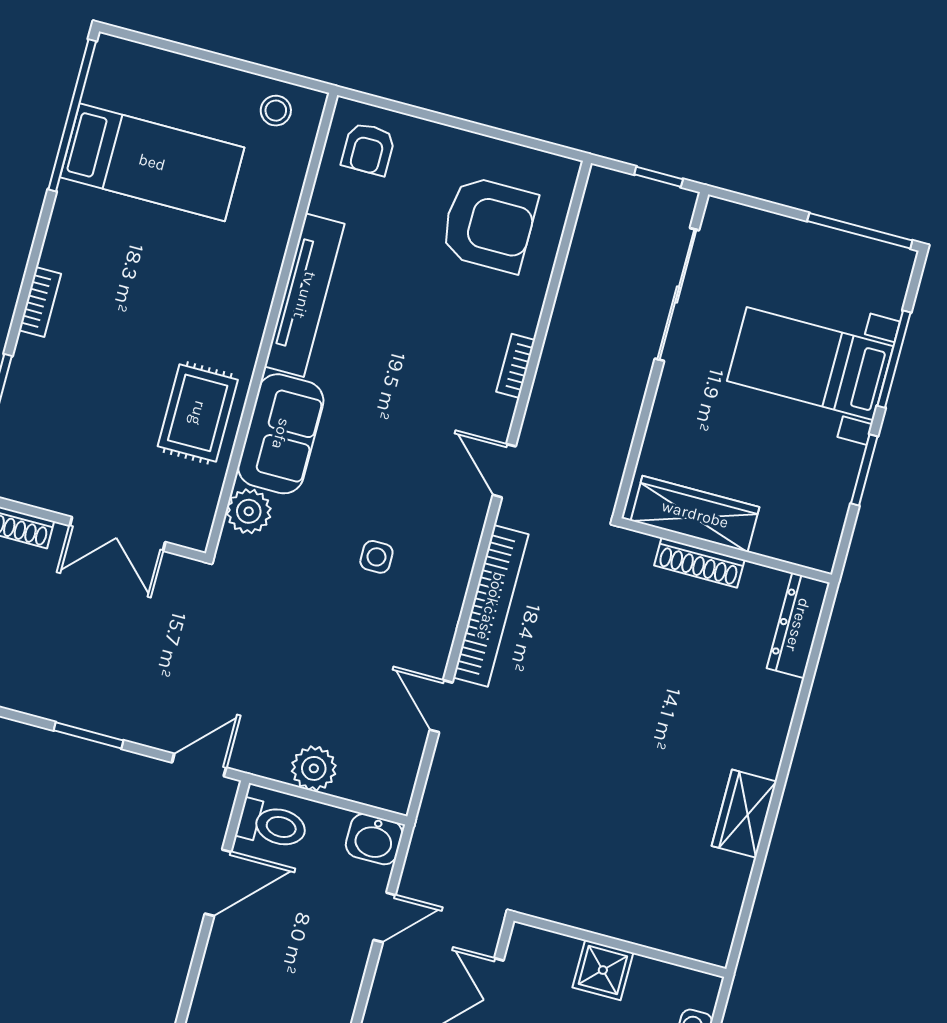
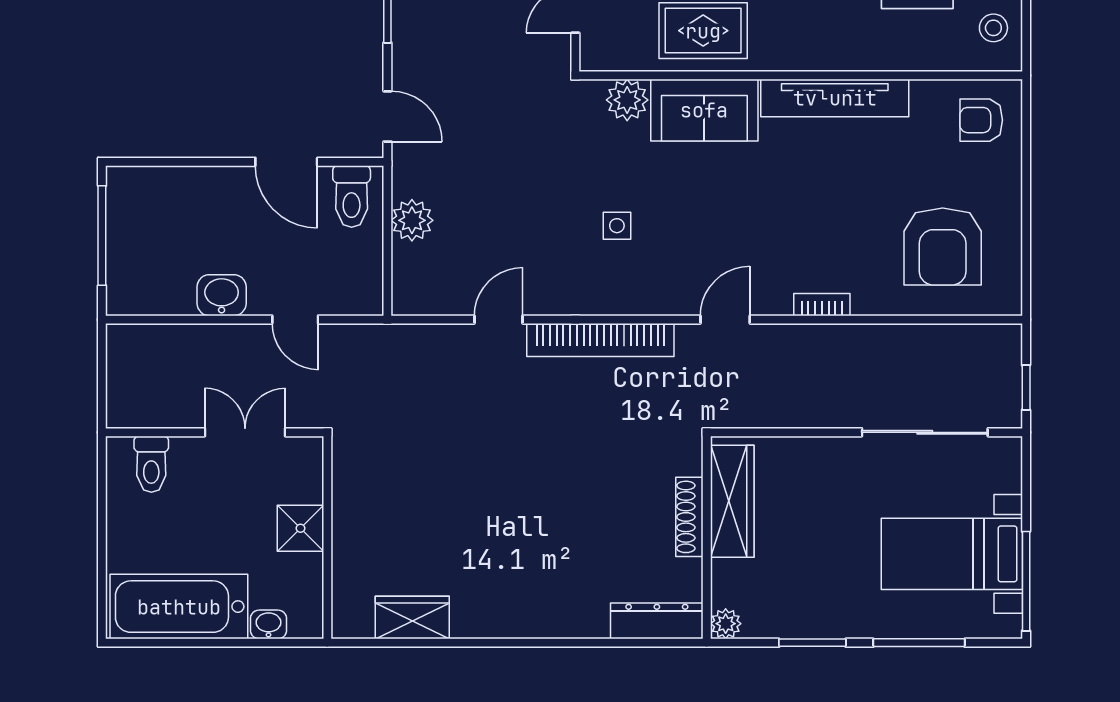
bed with nightstands: (810, 364) -> (952, 554), moved, turned -90
plant: (820, 555) -> (726, 624), added
wardrobe: (744, 814) -> (412, 618), moved
washbasin: (374, 839) -> (222, 295), moved, turned 90

